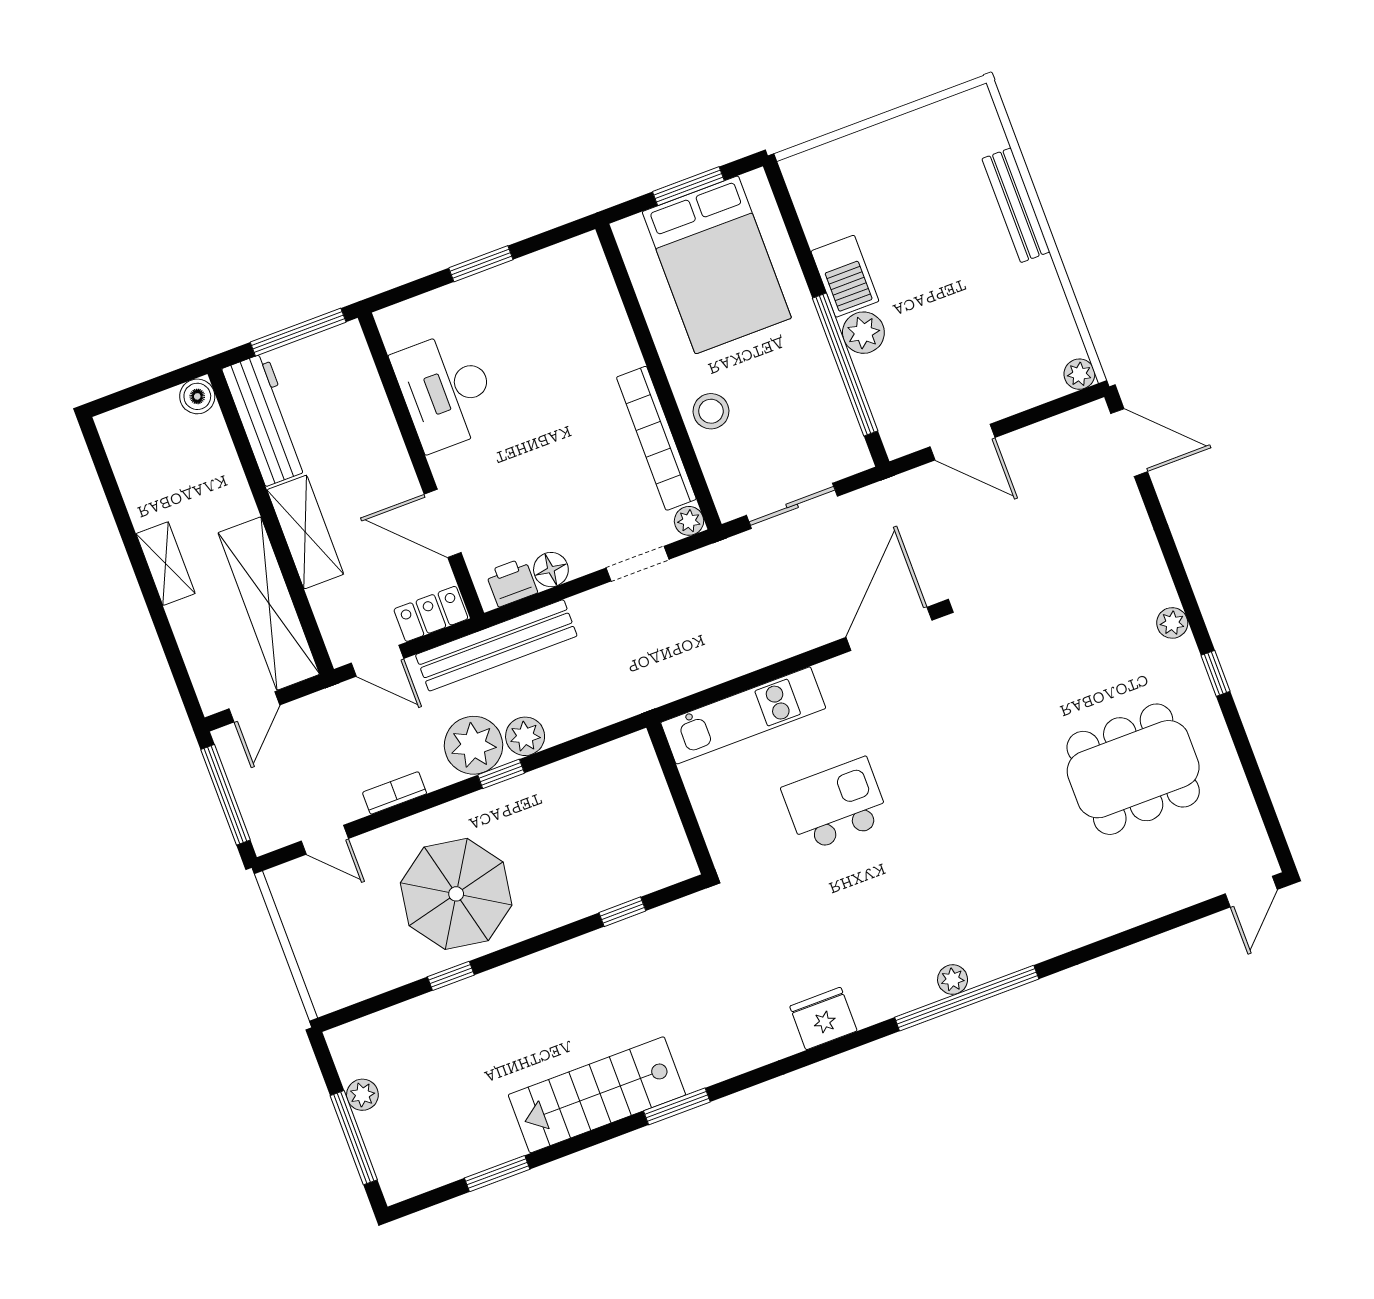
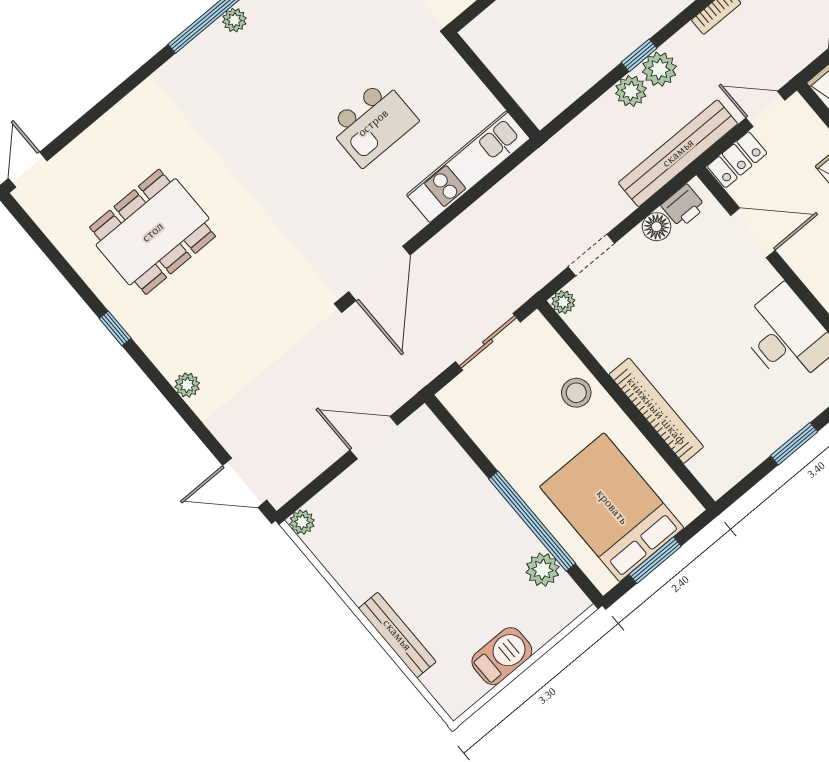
barbecue: (845, 276) -> (502, 656), moved, turned 90
plant: (863, 333) -> (543, 570), moved
window: (845, 364) -> (532, 521), moved
bookcase: (656, 438) -> (656, 411), moved
plant: (1172, 623) -> (187, 385), moved
plant: (474, 745) -> (659, 69), width x0.73, depth x0.73

